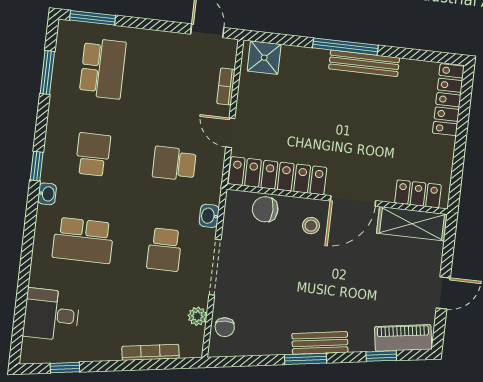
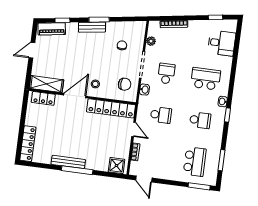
school desk: (103, 68) -> (195, 162), turned 180
school desk: (93, 154) -> (200, 120), turned -90
chair: (265, 209) -> (125, 84), moved
chair: (225, 327) -> (122, 45), moved

